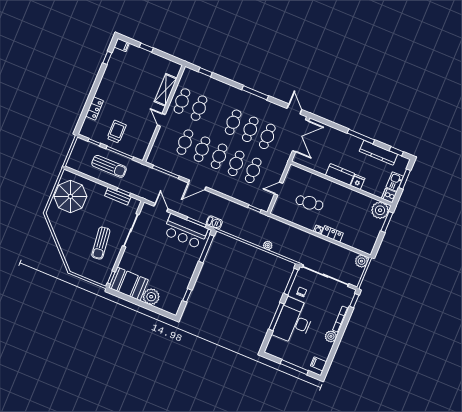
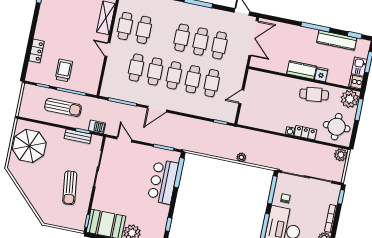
cafe table: (309, 203) -> (314, 94), moved
barbecue: (214, 222) -> (97, 127), moved
bar counter: (185, 231) -> (163, 182), moved, turned 90
round table: (363, 234) -> (337, 127), added

